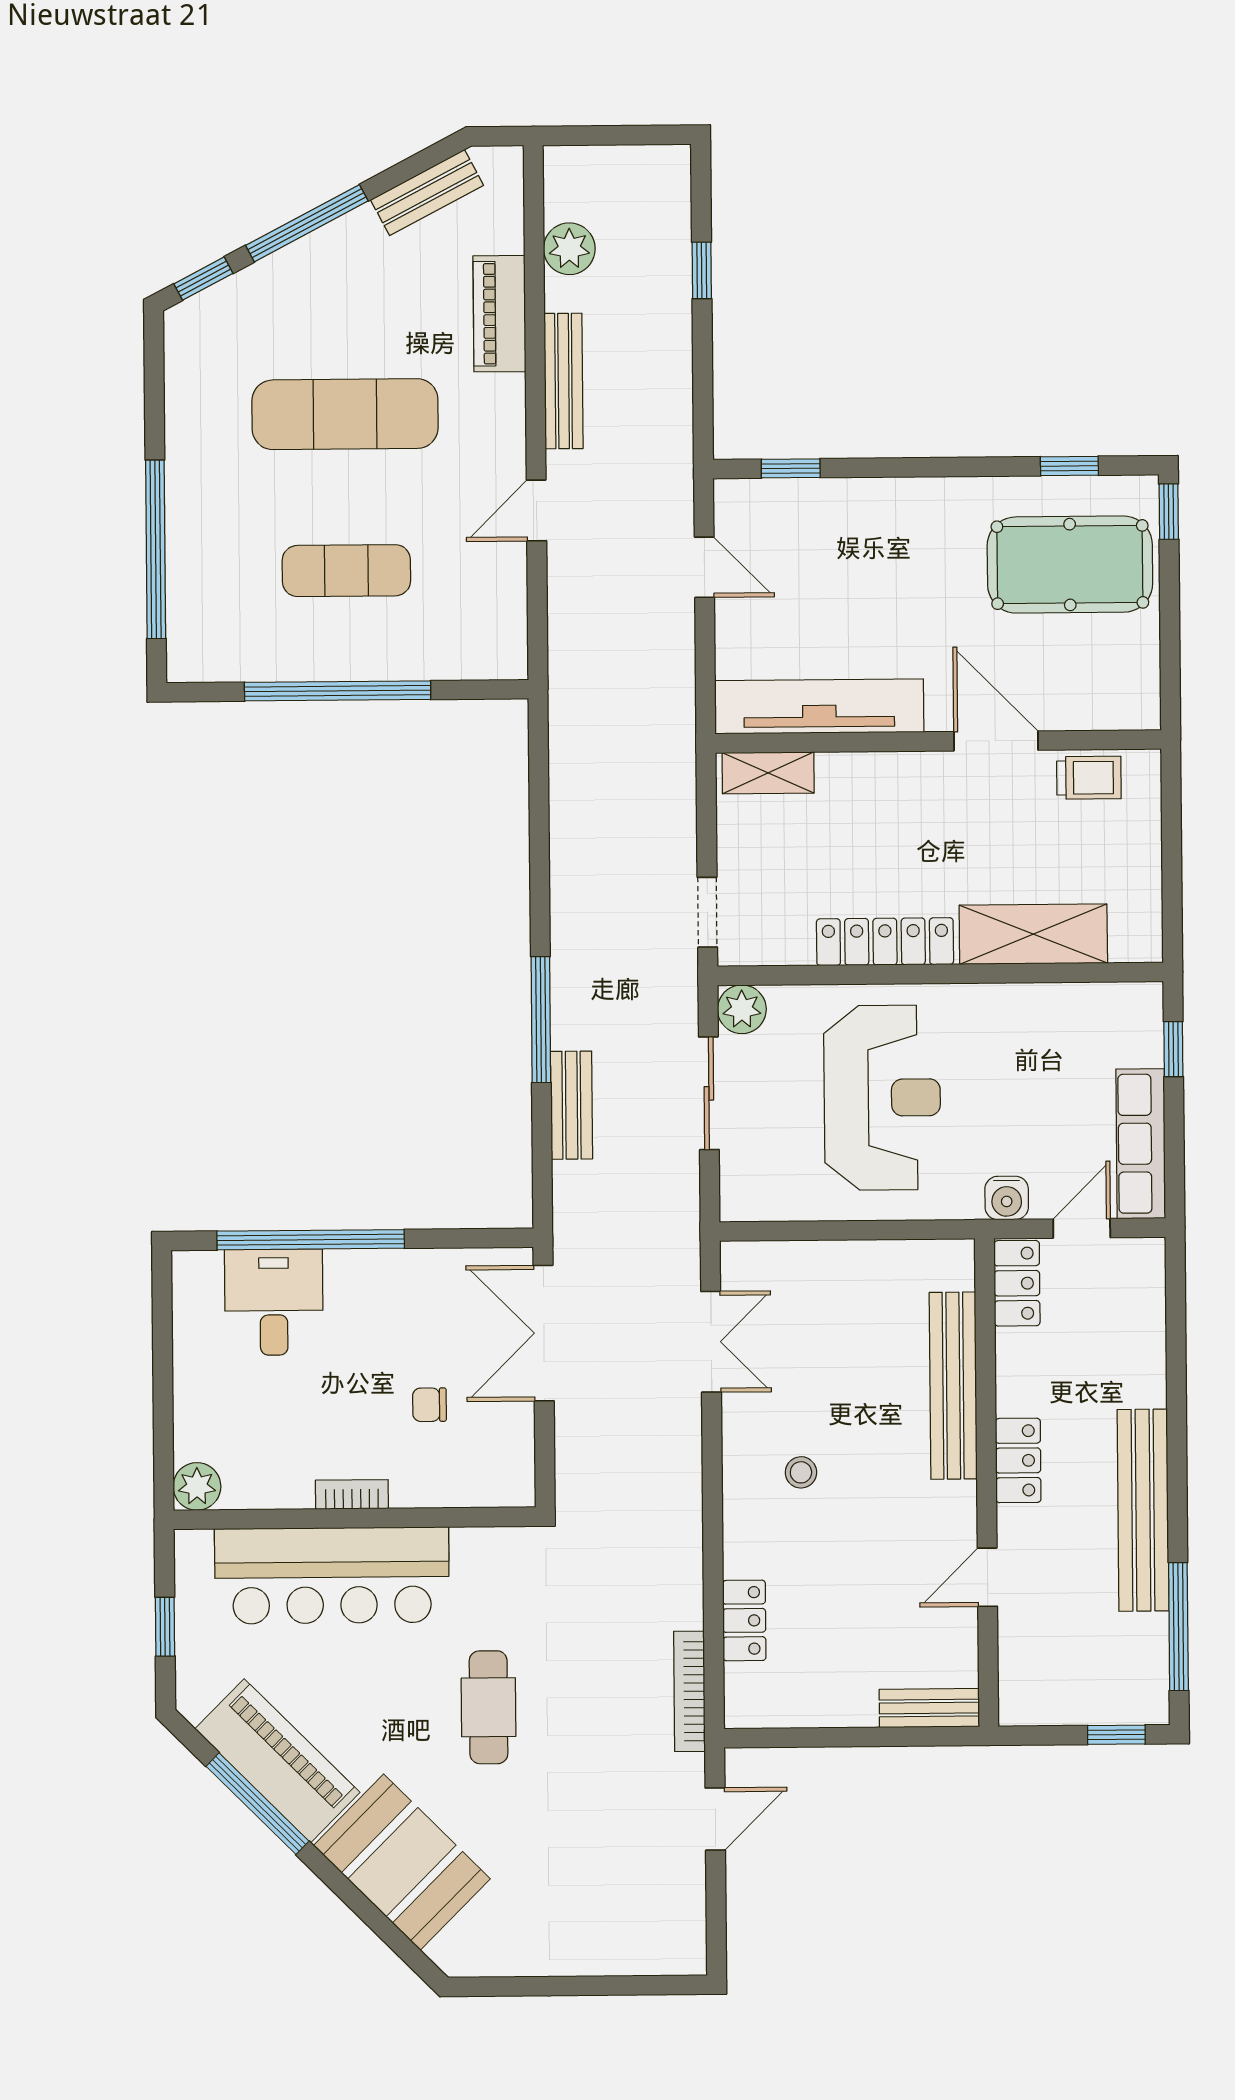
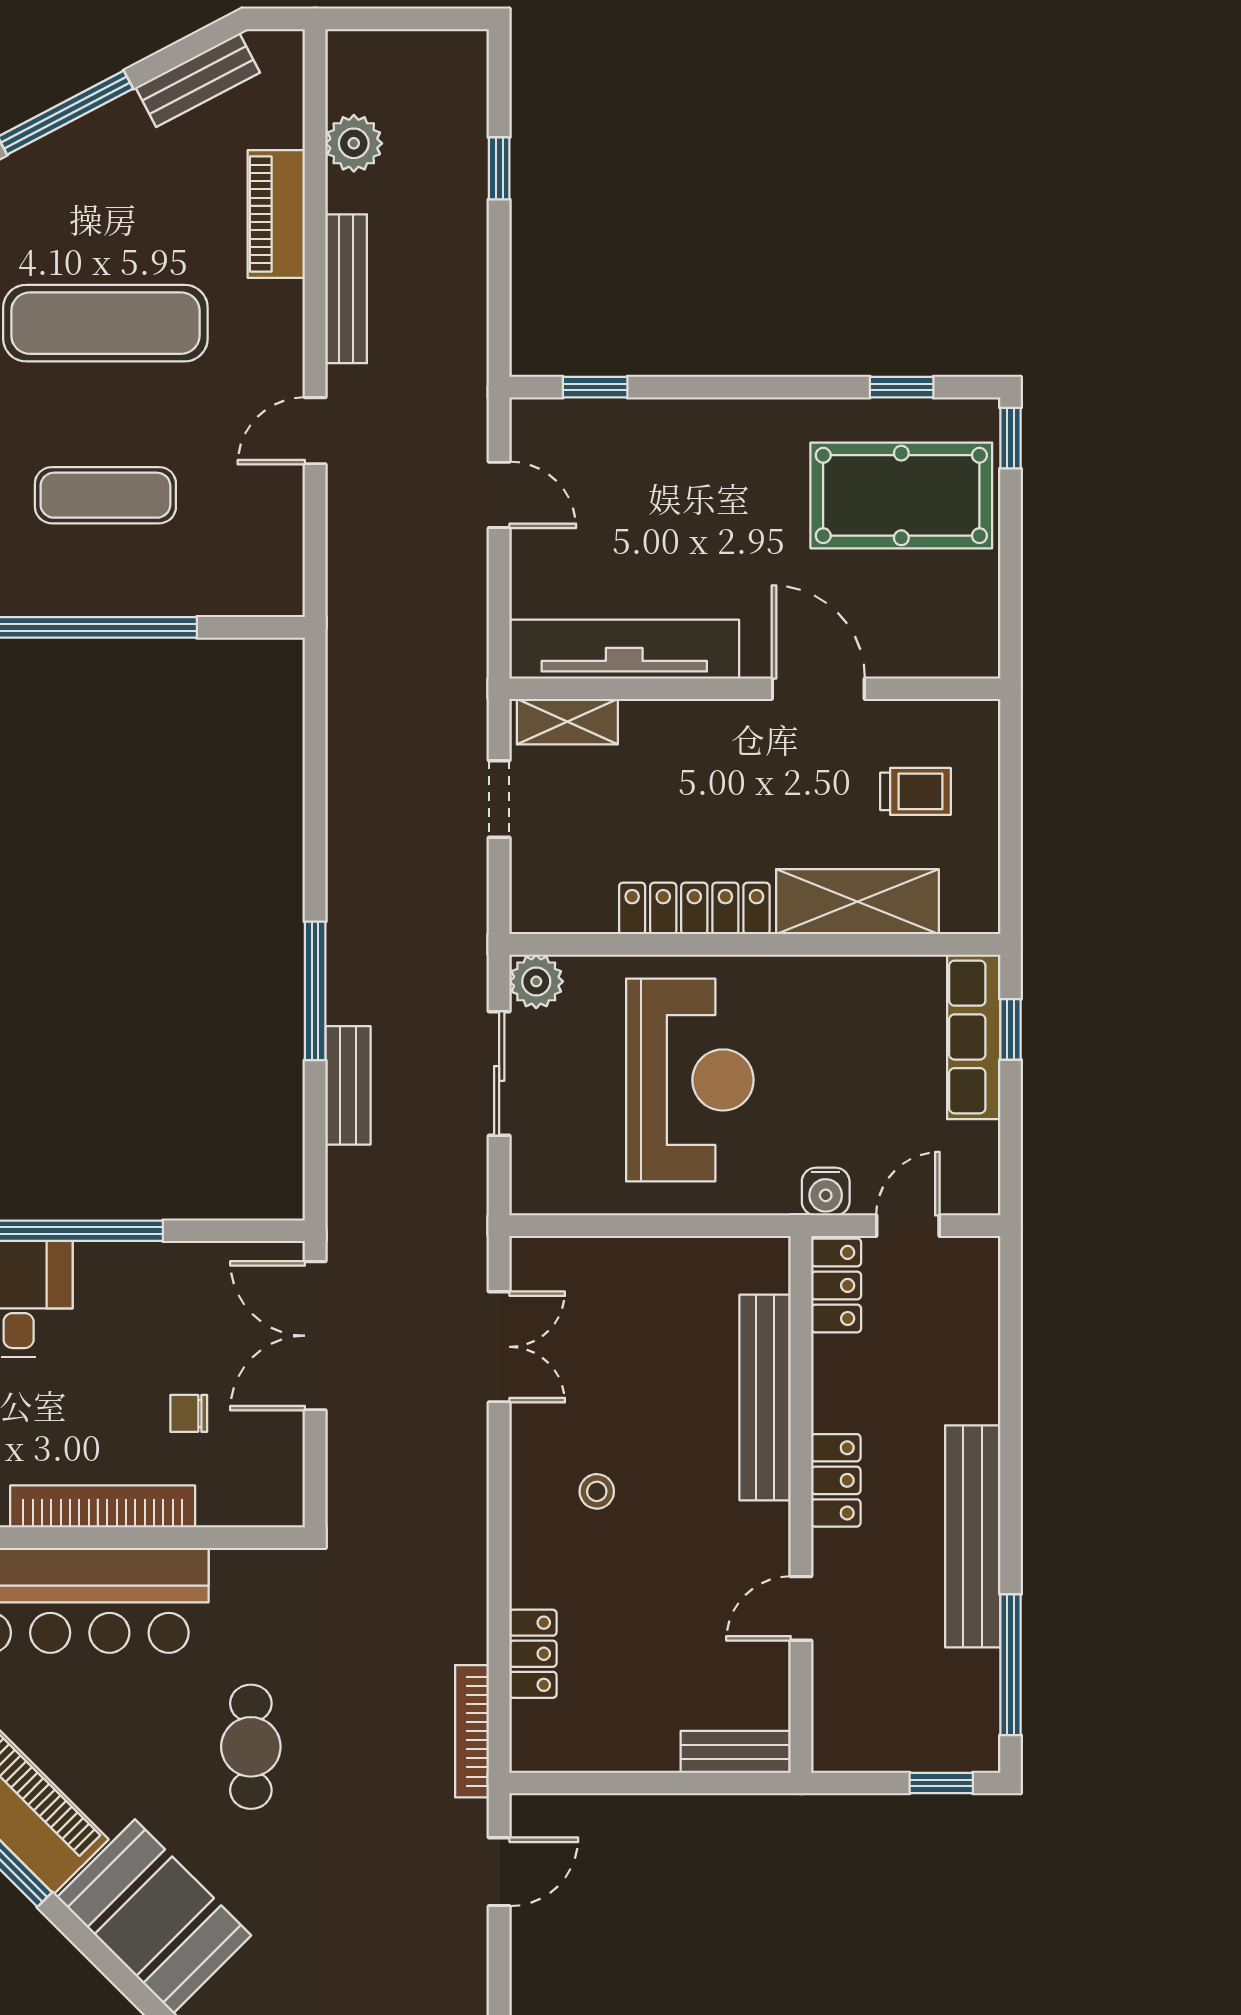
trolley: (1089, 778) -> (915, 791), moved
doorway: (707, 912) -> (499, 799), moved
row of seats: (1141, 1144) -> (974, 1037), moved
bookcase: (352, 1494) -> (103, 1506), width x2.31, depth x1.31

